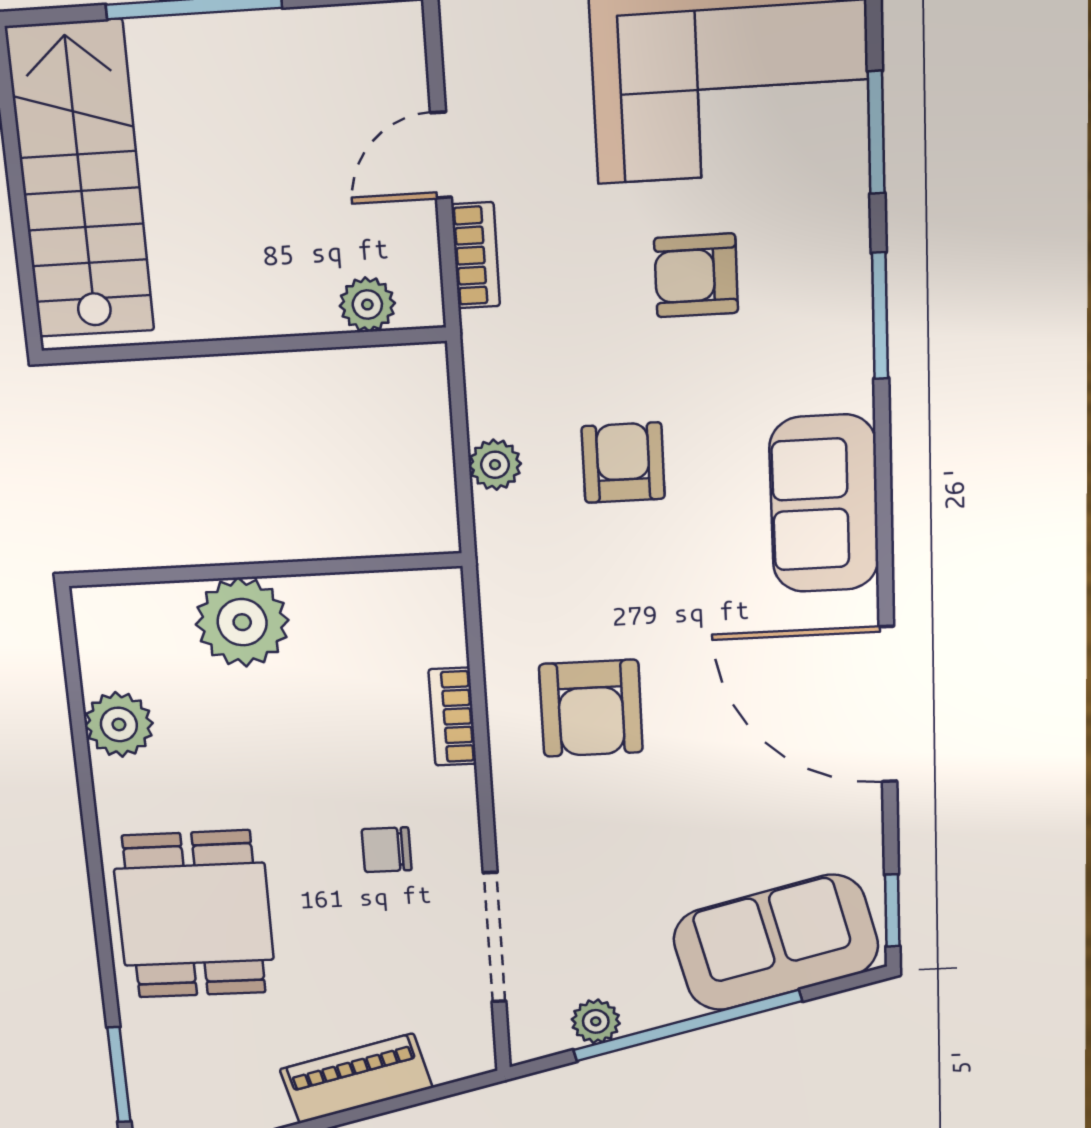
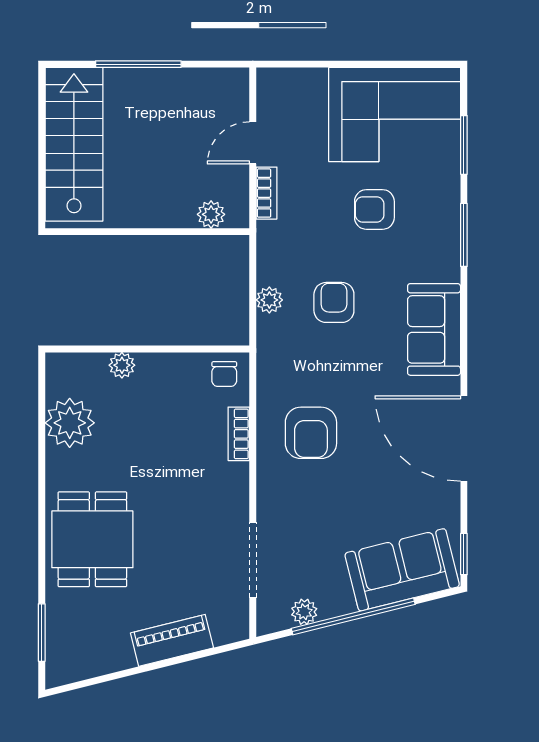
plant: (242, 622) -> (122, 365), width x0.53, depth x0.53
plant: (119, 724) -> (70, 423), width x1.36, depth x1.36
chair: (387, 850) -> (224, 374), moved, turned -90

